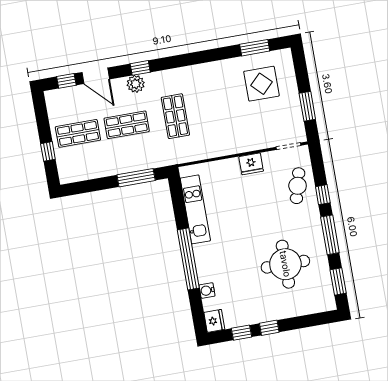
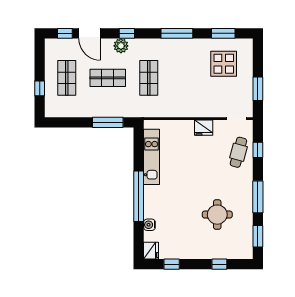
window: (200, 57) -> (177, 33), added
shop shelf: (78, 133) -> (67, 78), turned 90
window: (323, 195) -> (258, 150), moved
round table: (285, 264) -> (217, 215), width x0.73, depth x0.73
window: (269, 328) -> (219, 264), moved

